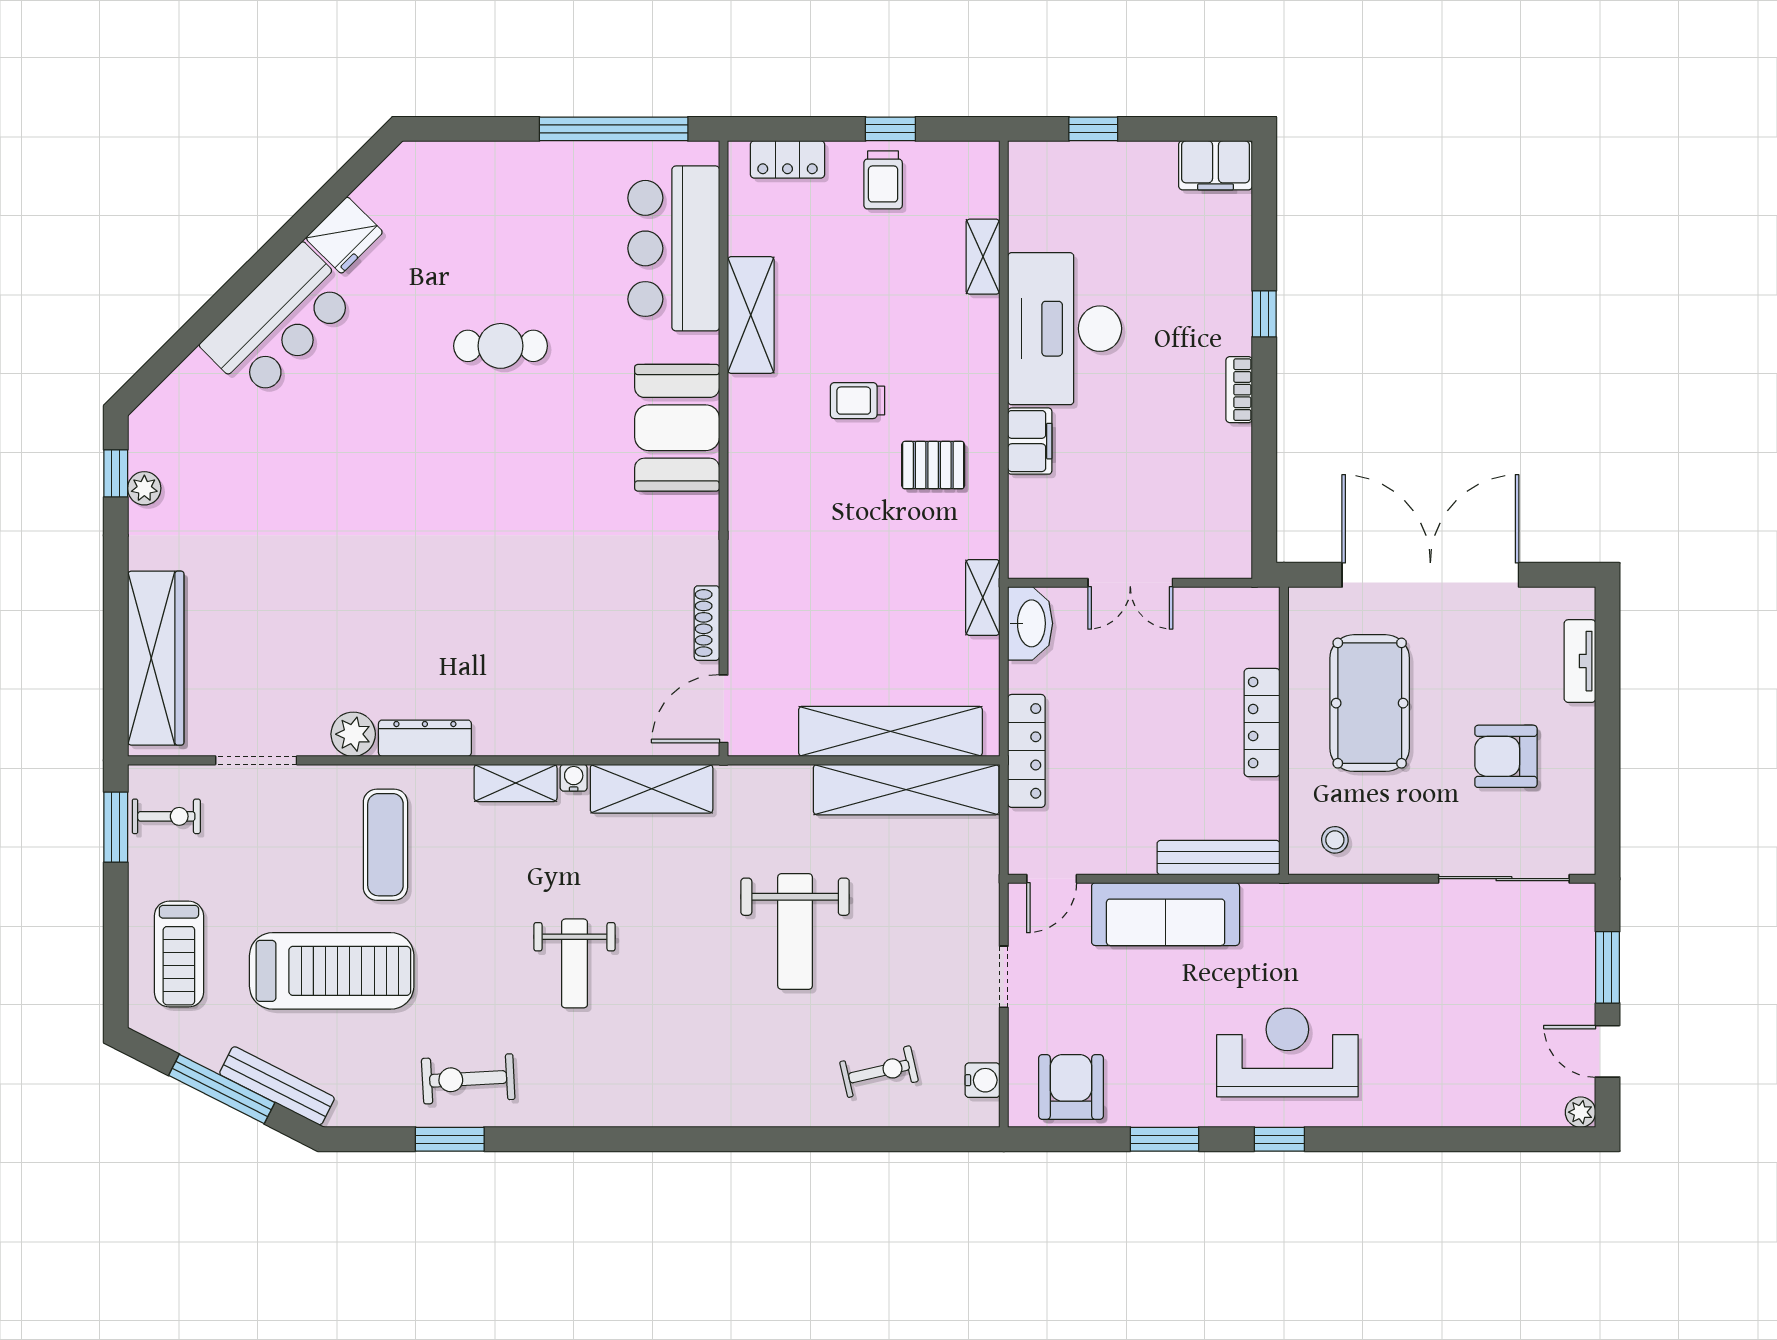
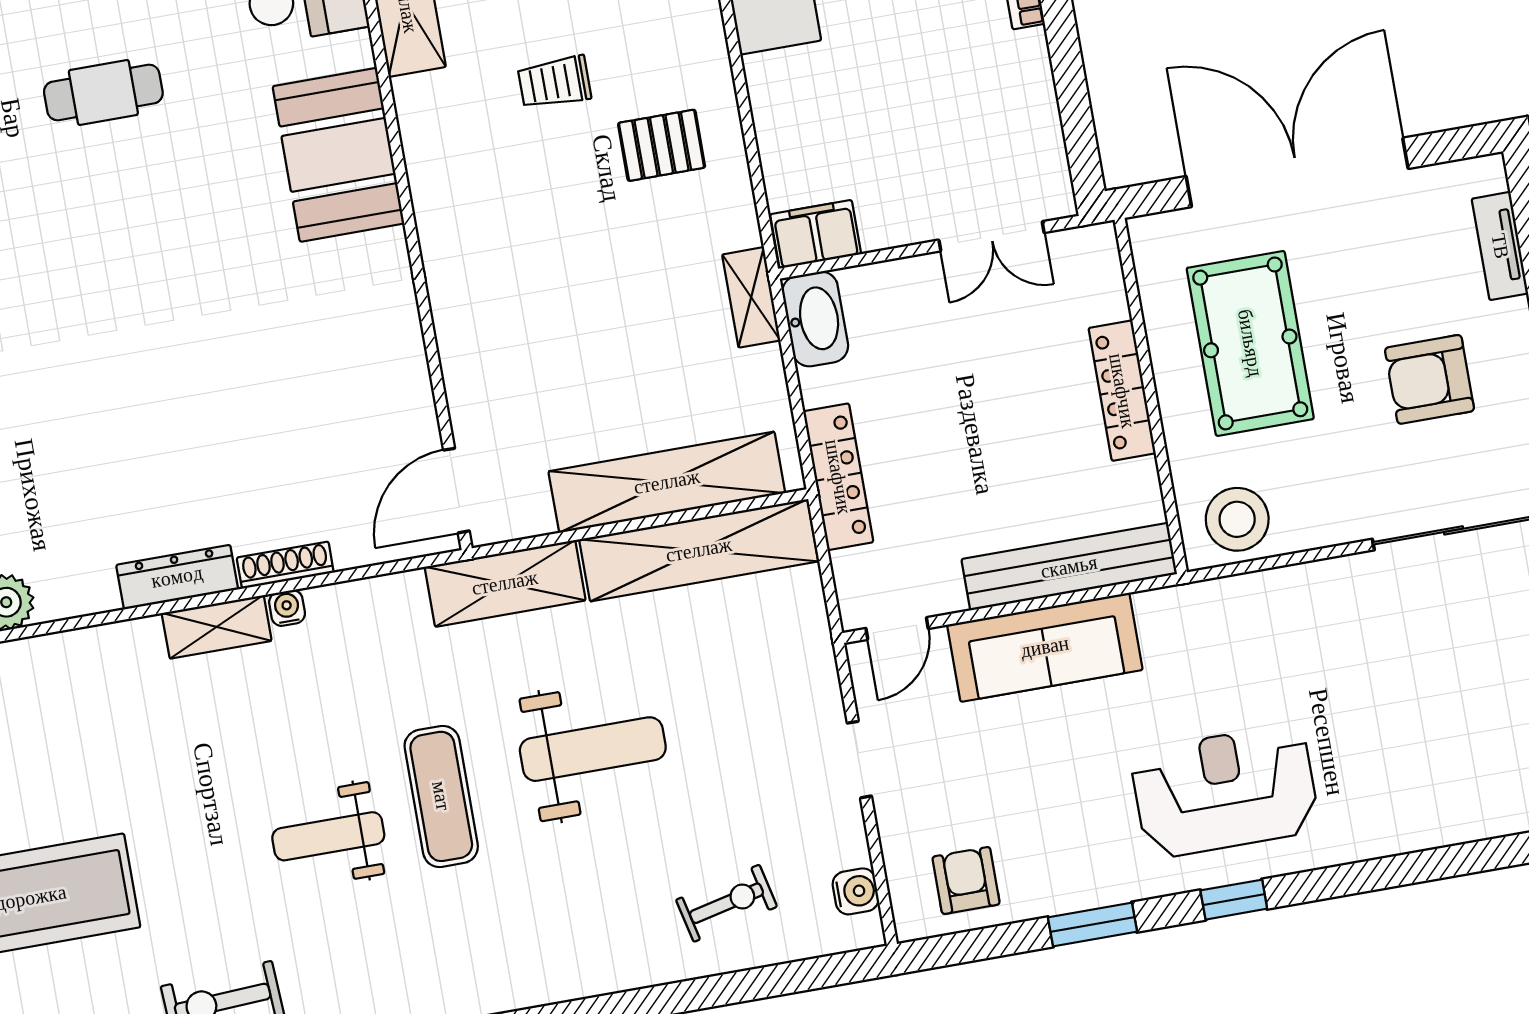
filing cabinet: (1030, 441) -> (816, 234), moved, turned -90
double door: (1130, 583) -> (991, 236), moved
shoe rack: (707, 623) -> (285, 565), moved, turned 90
dresser: (425, 738) -> (177, 577), moved
shelving: (652, 789) -> (505, 583), moved
stool: (1335, 840) -> (1237, 519), width x1.89, depth x1.89
exercise mat: (385, 845) -> (441, 796), moved
bench: (1219, 858) -> (1069, 567), width x1.37, depth x1.21
weight bench: (795, 931) -> (593, 749), turned -90
weight bench: (575, 963) -> (328, 836), turned 90
armchair: (1071, 1087) -> (966, 881), width x0.72, depth x0.72

